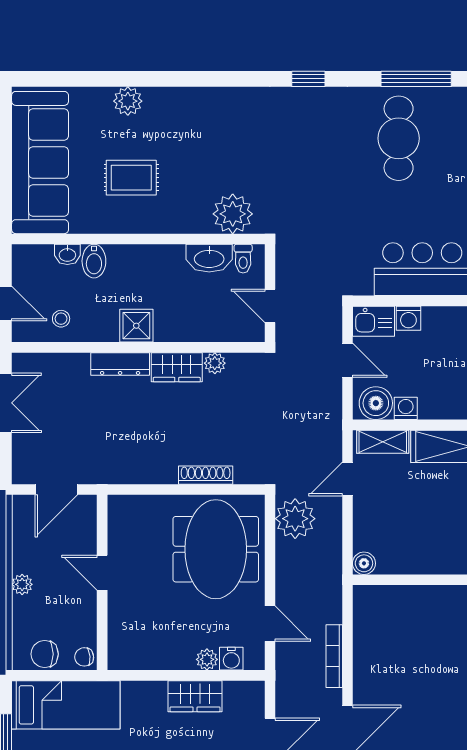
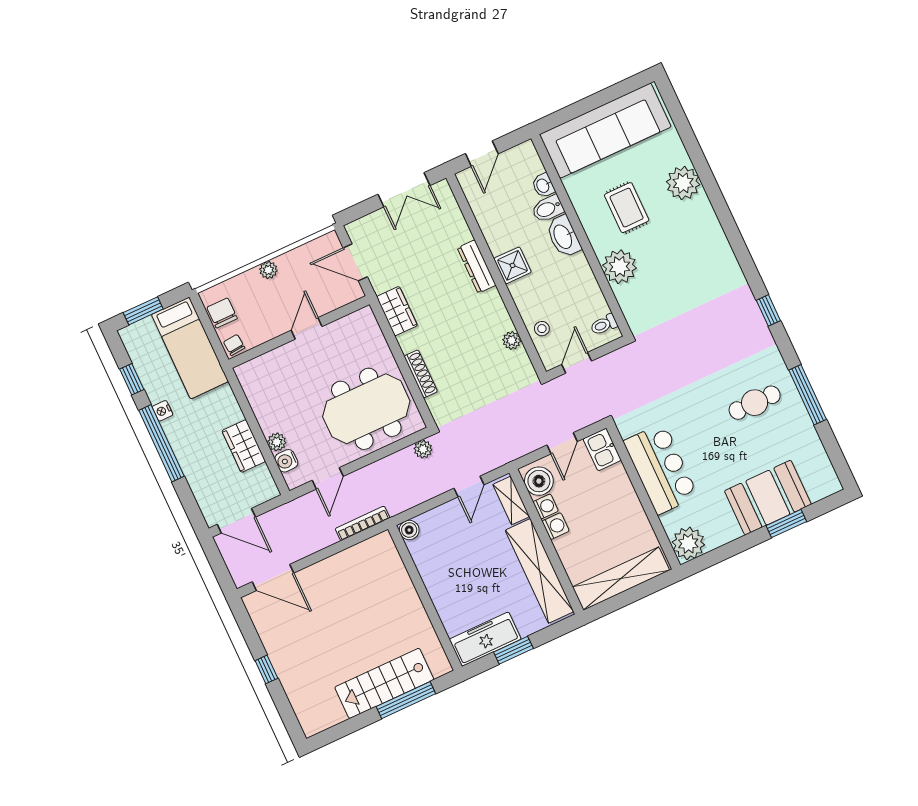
plant: (128, 101) -> (683, 183), width x1.36, depth x1.36
cafe table: (399, 138) -> (755, 403), width x0.73, depth x0.74
plant: (233, 214) -> (620, 267), moved
washbasin: (209, 258) -> (563, 236), moved
washing machine: (408, 318) -> (556, 526), moved, turned 180
stool: (61, 319) -> (542, 329), moved
wardrobe: (177, 367) -> (397, 311), moved, turned 180
door: (347, 479) -> (469, 486), swing flipped
plant: (295, 519) -> (423, 449), width x0.53, depth x0.53
bookcase: (334, 656) -> (362, 523), moved

